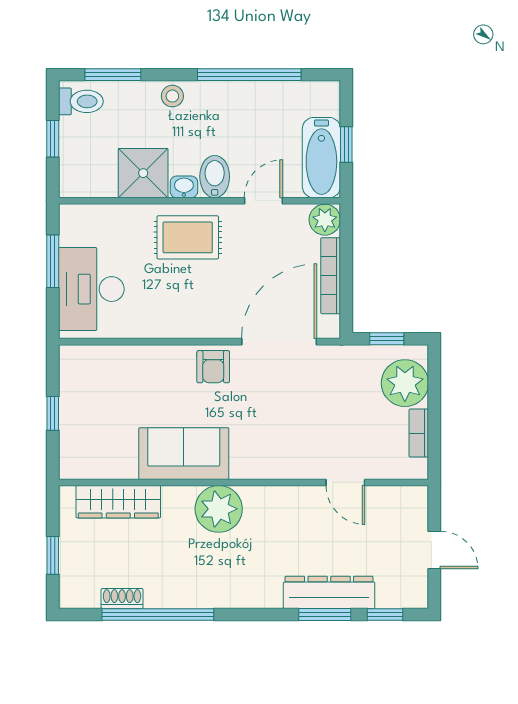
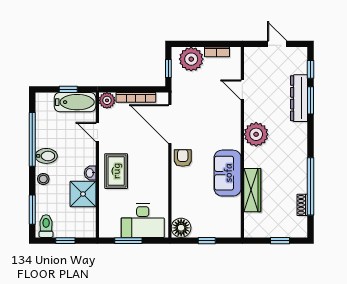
bidet: (215, 177) -> (46, 156), moved, turned 180
floor lamp: (78, 363) -> (181, 228), added
armchair: (213, 367) -> (183, 158), turned -90
door: (345, 482) -> (242, 90), swing flipped
wardrobe: (118, 502) -> (252, 190), moved
plant: (219, 509) -> (256, 134), moved
door: (434, 550) -> (277, 44), hinge flipped

